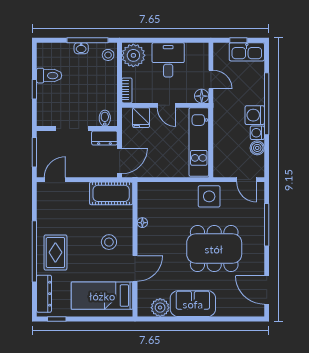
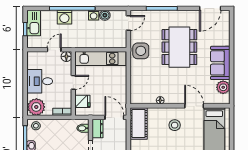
washing machine: (255, 115) -> (64, 17), moved

